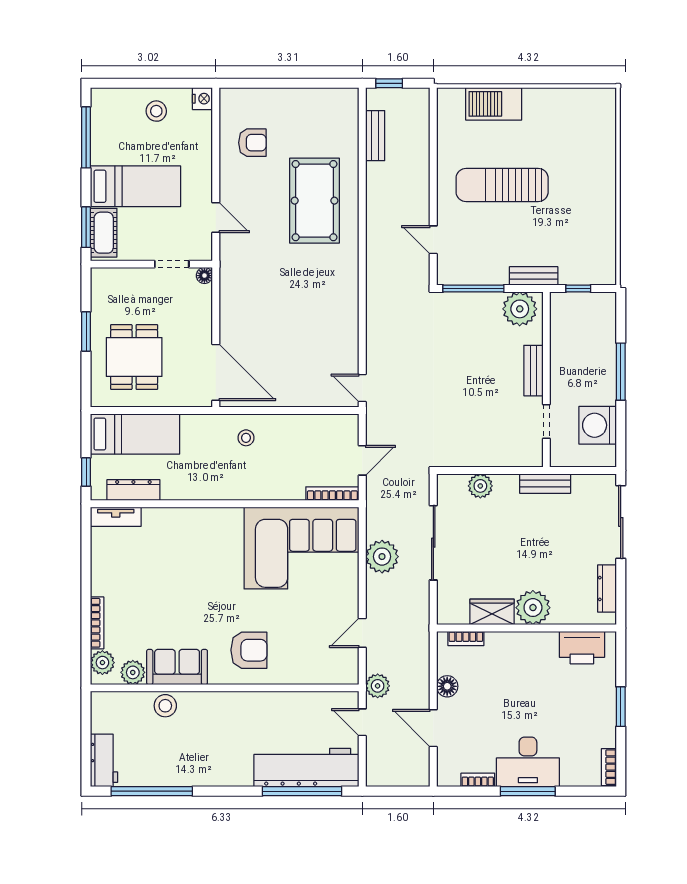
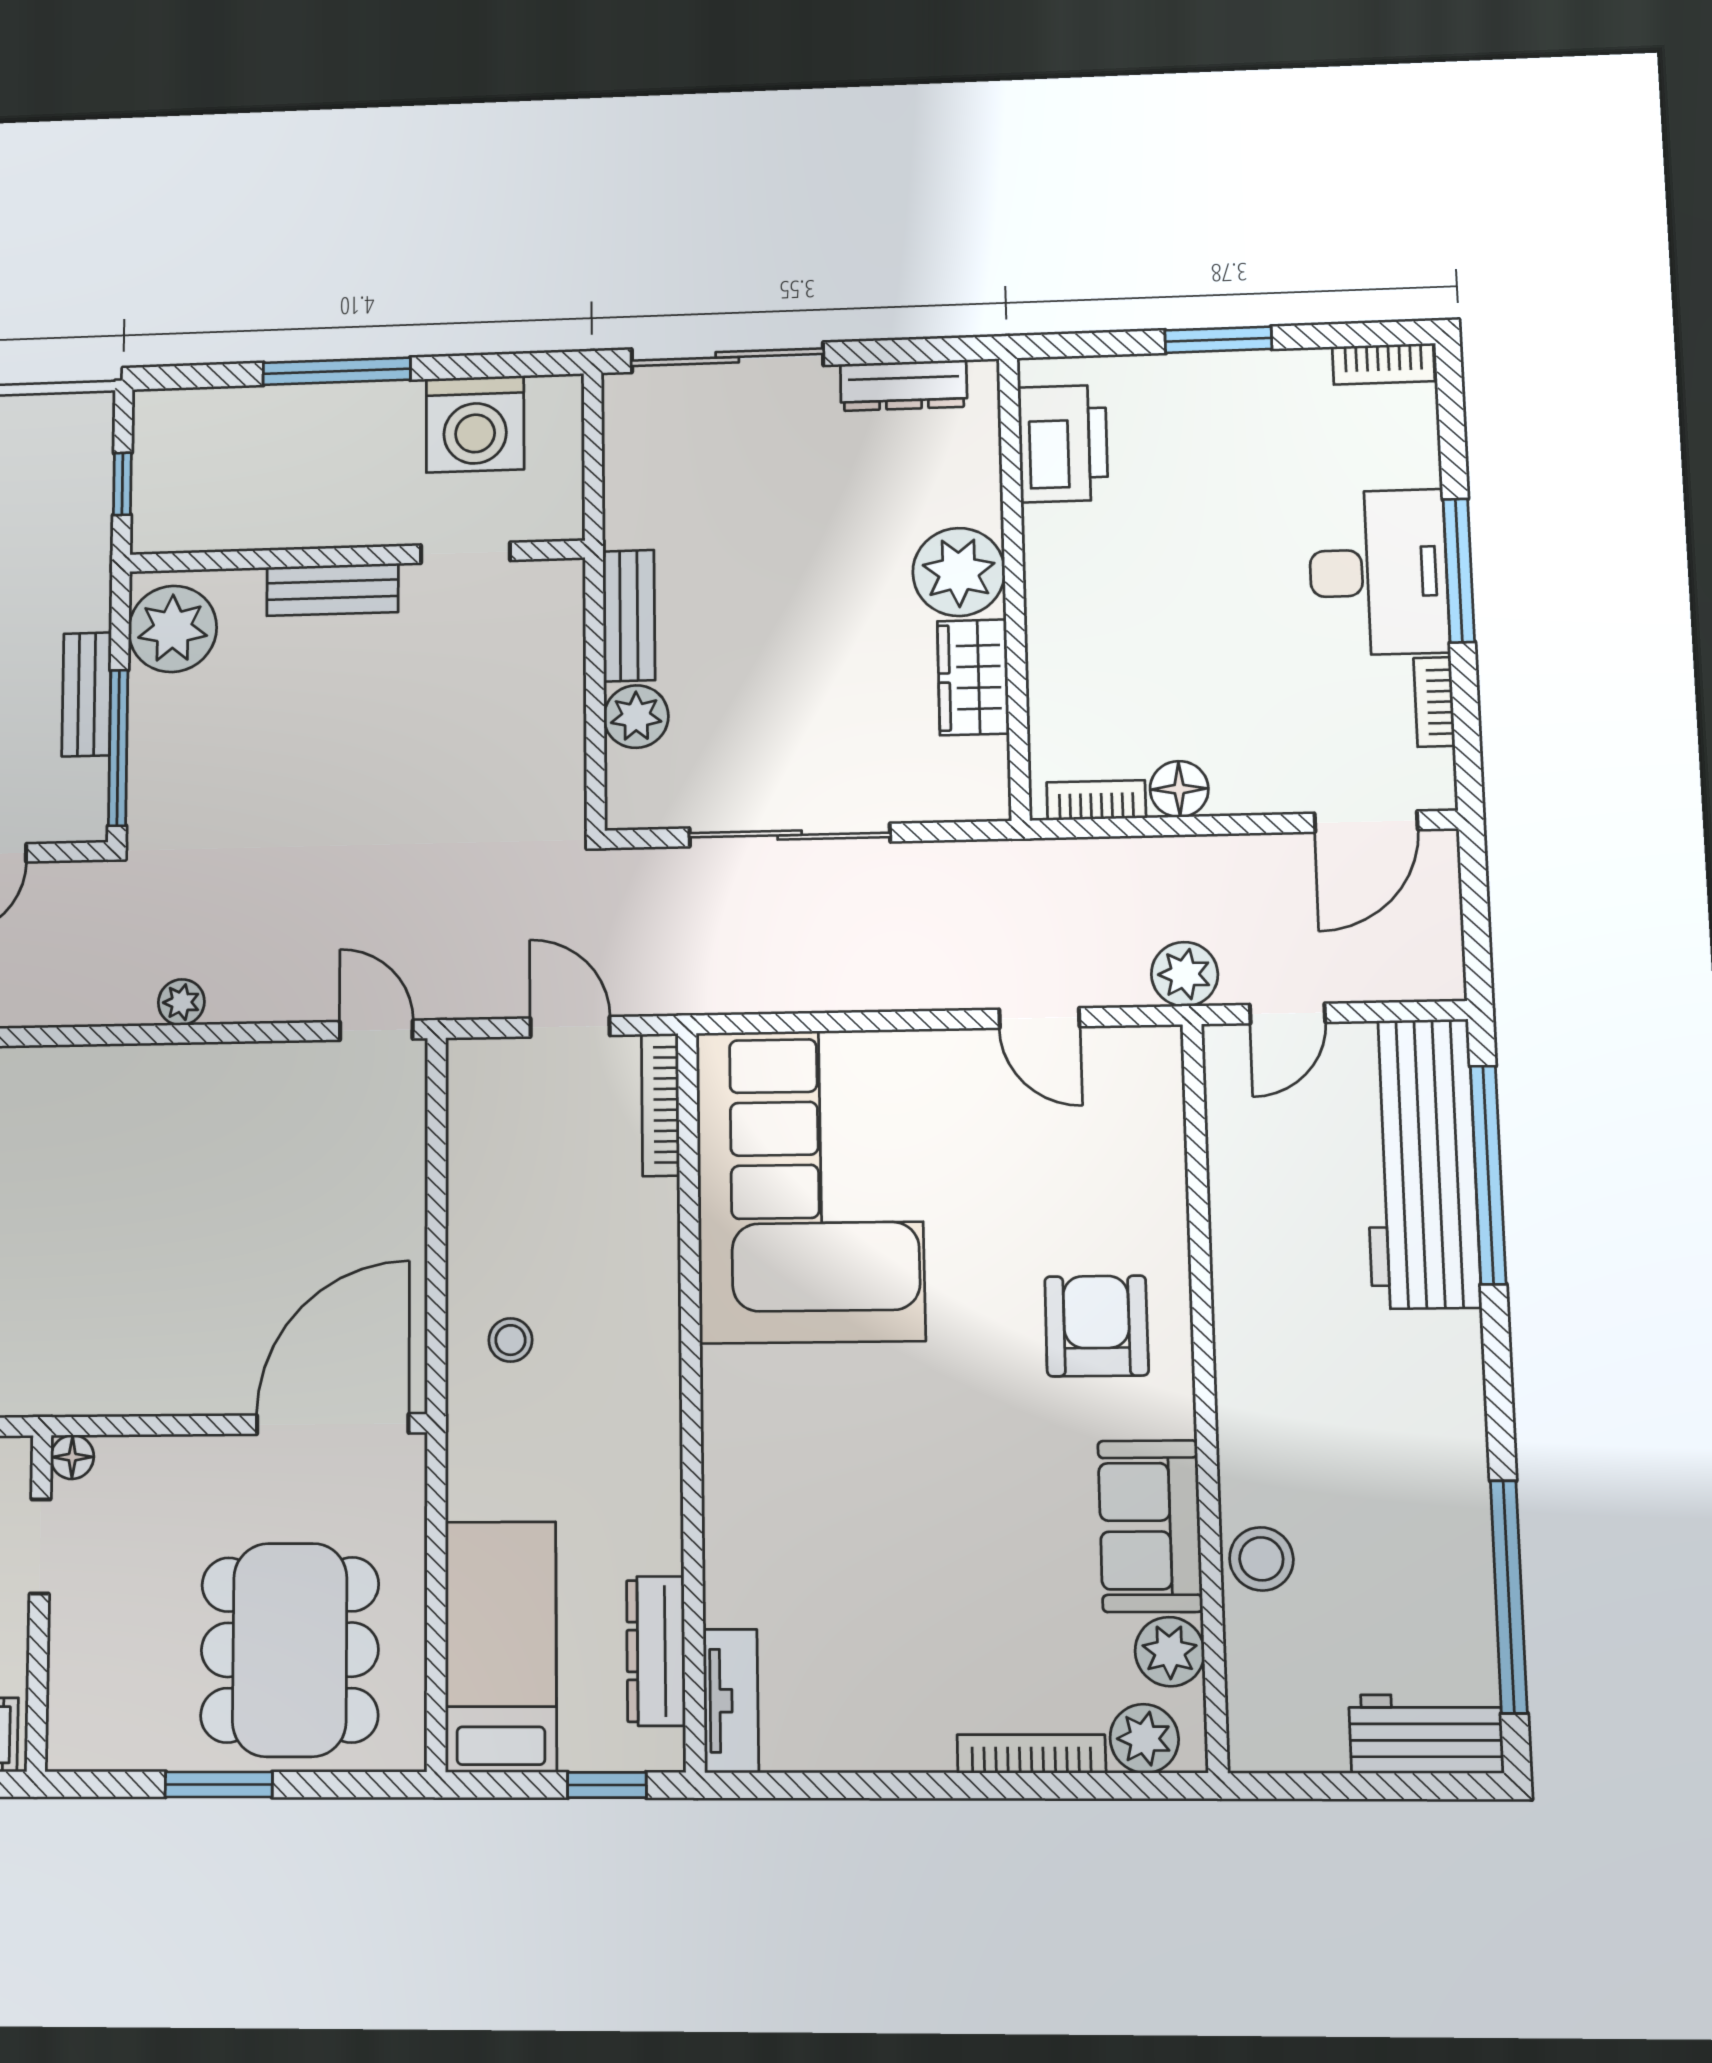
bench: (534, 276) -> (87, 694), moved
dining table: (134, 357) -> (290, 1650), width x1.38
door: (362, 388) -> (376, 1030), swing flipped
bench: (545, 484) -> (629, 616), moved
plant: (382, 557) -> (181, 1002), moved, width x0.53, depth x0.53
bookcase: (466, 639) -> (1096, 800), moved, turned -90
door: (433, 728) -> (1366, 822), moved

